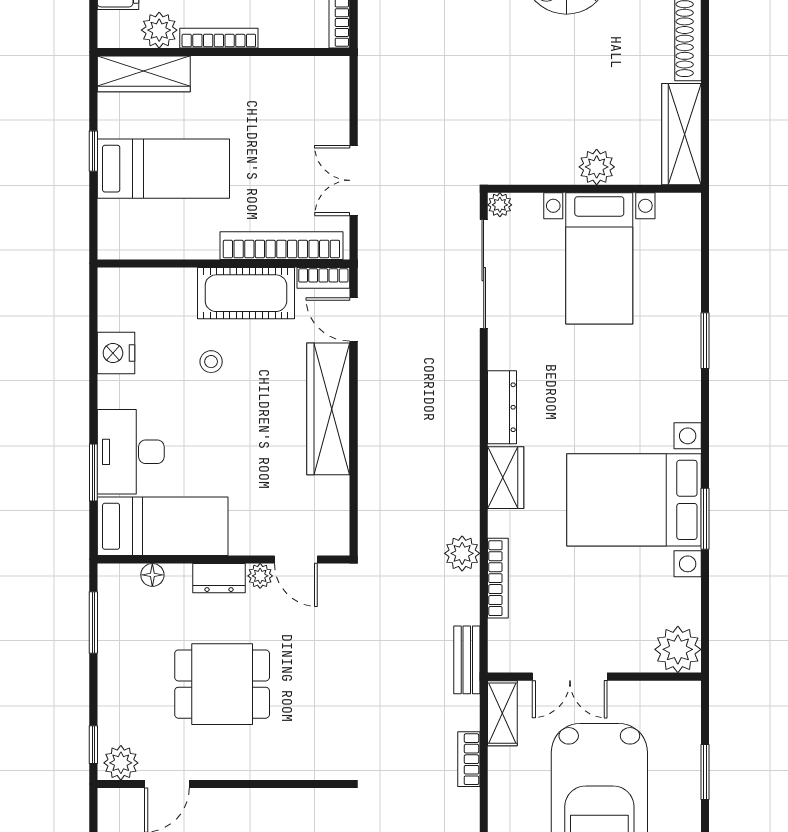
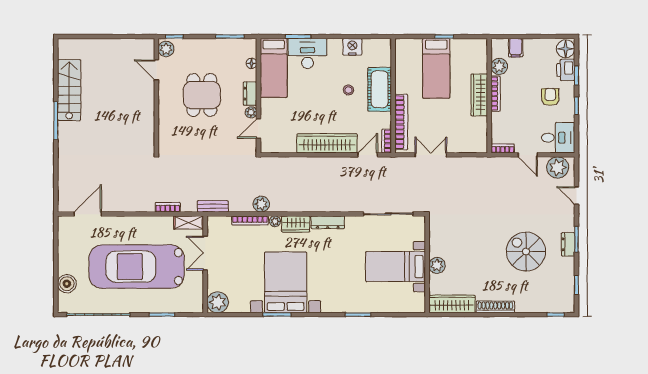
wardrobe: (144, 74) -> (479, 95), moved
plant: (500, 205) -> (275, 221), moved
cot: (246, 293) -> (380, 89), moved

